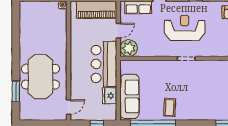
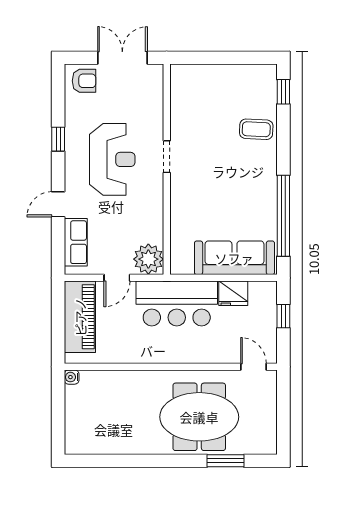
reception desk: (185, 28) -> (112, 159), turned 180
door: (118, 31) -> (117, 278), swing flipped
coffee table: (170, 108) -> (256, 129), moved

